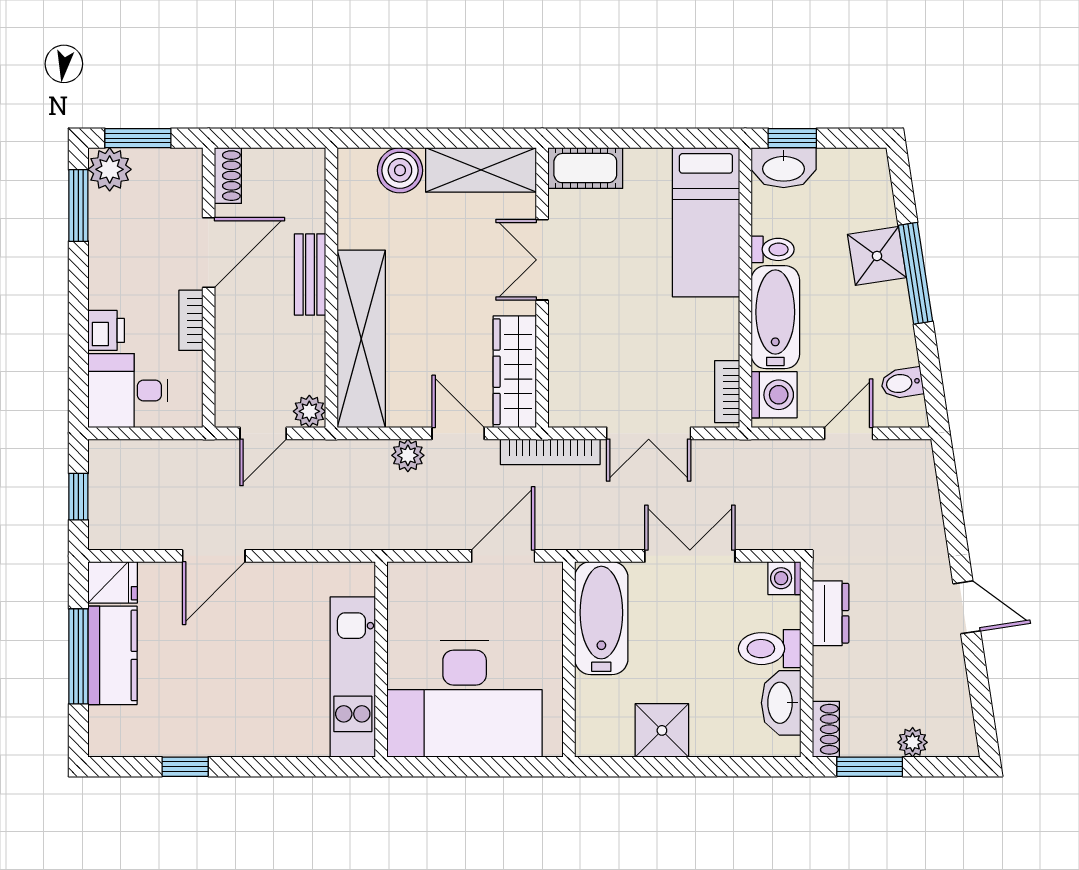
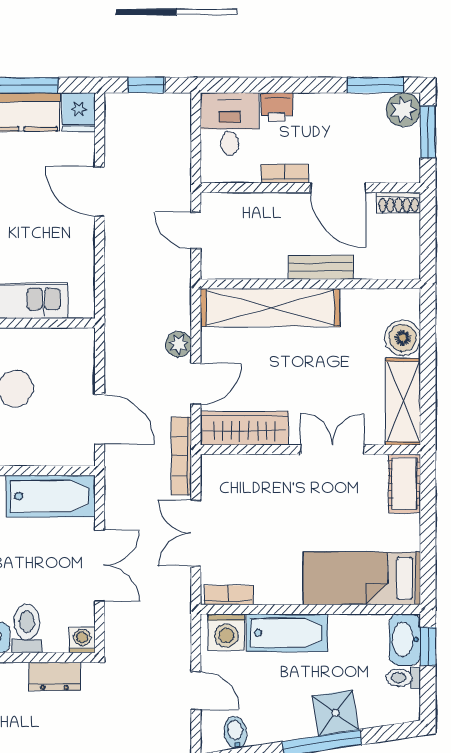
toilet: (773, 249) -> (403, 678), moved, turned 90
plant: (309, 411) -> (213, 267), removed

